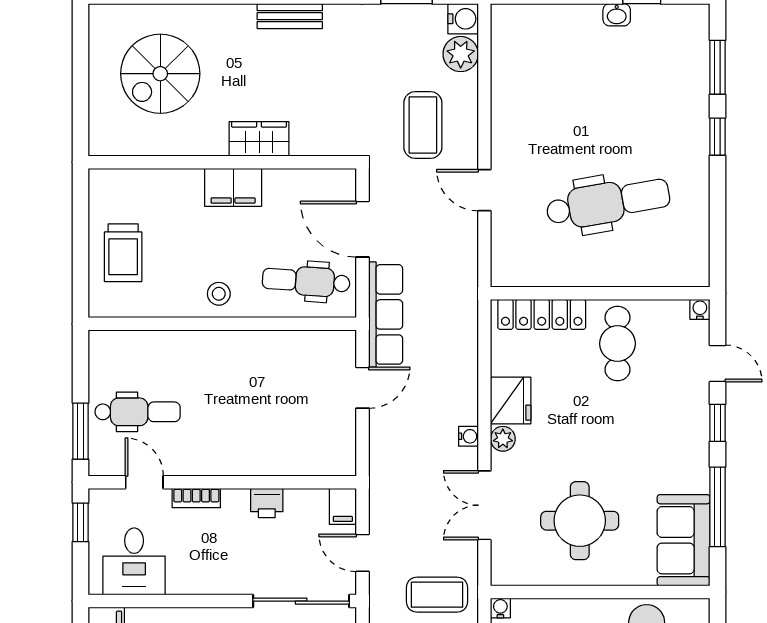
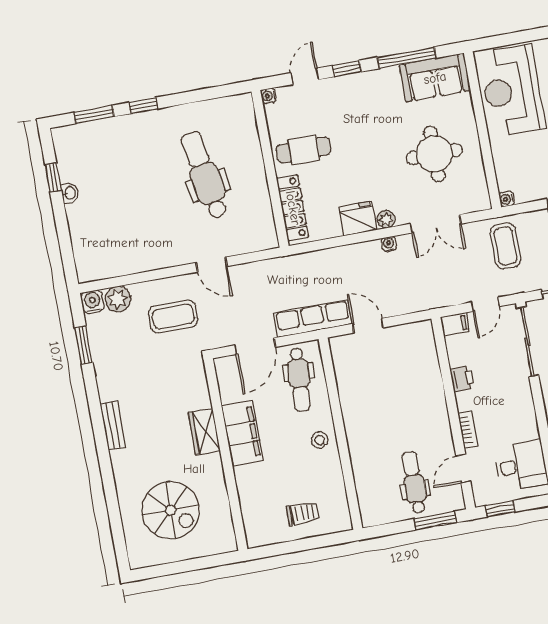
filing cabinet: (233, 187) -> (242, 433), width x1.50, depth x1.17
door: (484, 190) -> (212, 264), hinge flipped
trolley: (123, 253) -> (303, 513), width x0.73, depth x0.72

